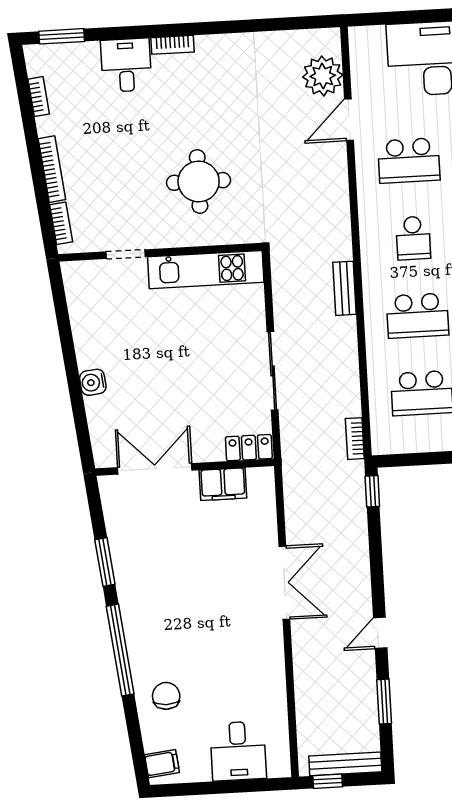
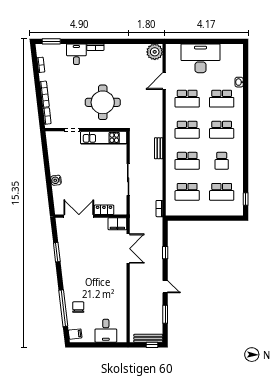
plant: (323, 76) -> (155, 52), moved
round table: (199, 181) -> (103, 102), width x1.36, depth x1.36
school desk: (413, 238) -> (187, 130), width x1.85
locker: (249, 448) -> (104, 210), moved
filing cabinet: (223, 484) -> (117, 224), moved
window: (372, 491) -> (165, 253), moved
double door: (284, 583) -> (128, 249), moved
door: (380, 633) -> (165, 287), swing flipped
window: (120, 650) -> (63, 308), moved
window: (328, 781) -> (152, 345), moved

